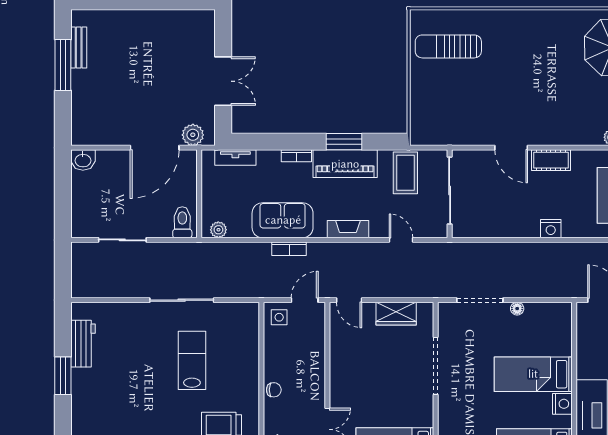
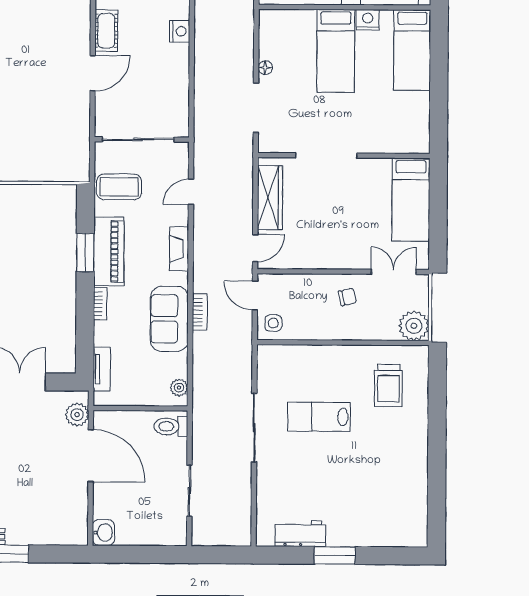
wardrobe: (396, 314) -> (270, 198), width x1.50
chair: (274, 390) -> (347, 297), moved, turned 76

